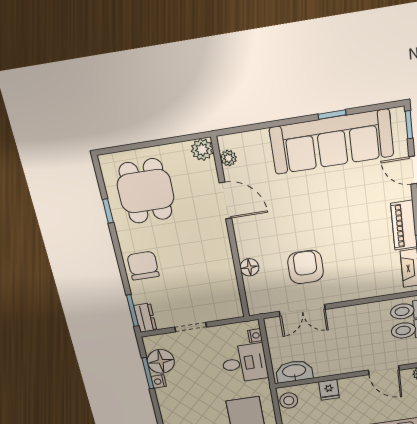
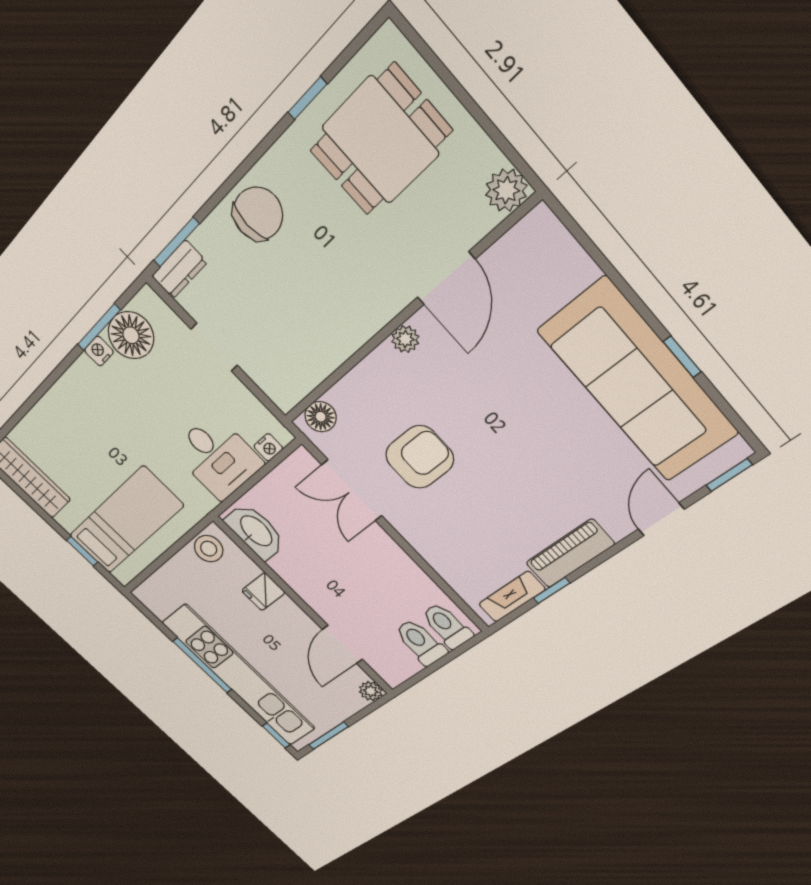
plant: (228, 158) -> (405, 339), moved
floor lamp: (249, 267) -> (321, 417), moved

